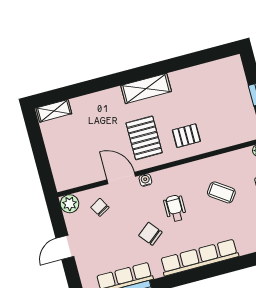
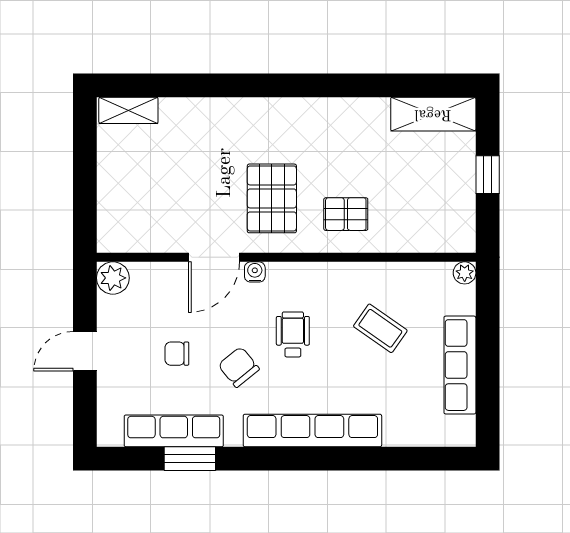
shelving: (146, 88) -> (433, 114), moved
door: (121, 178) -> (214, 257), swing flipped
chair: (100, 207) -> (177, 354), moved, turned -60

